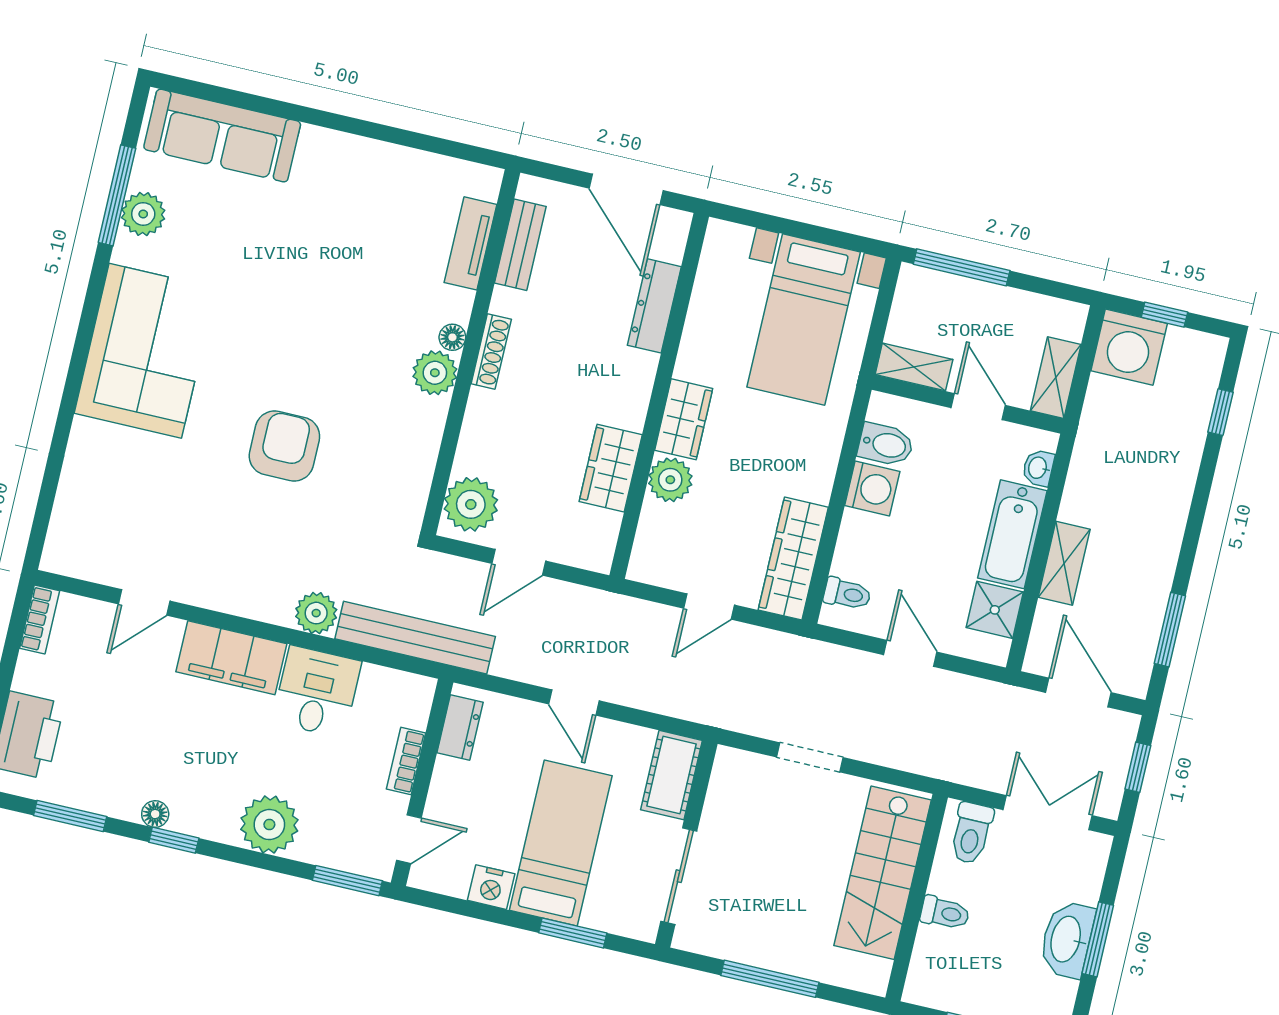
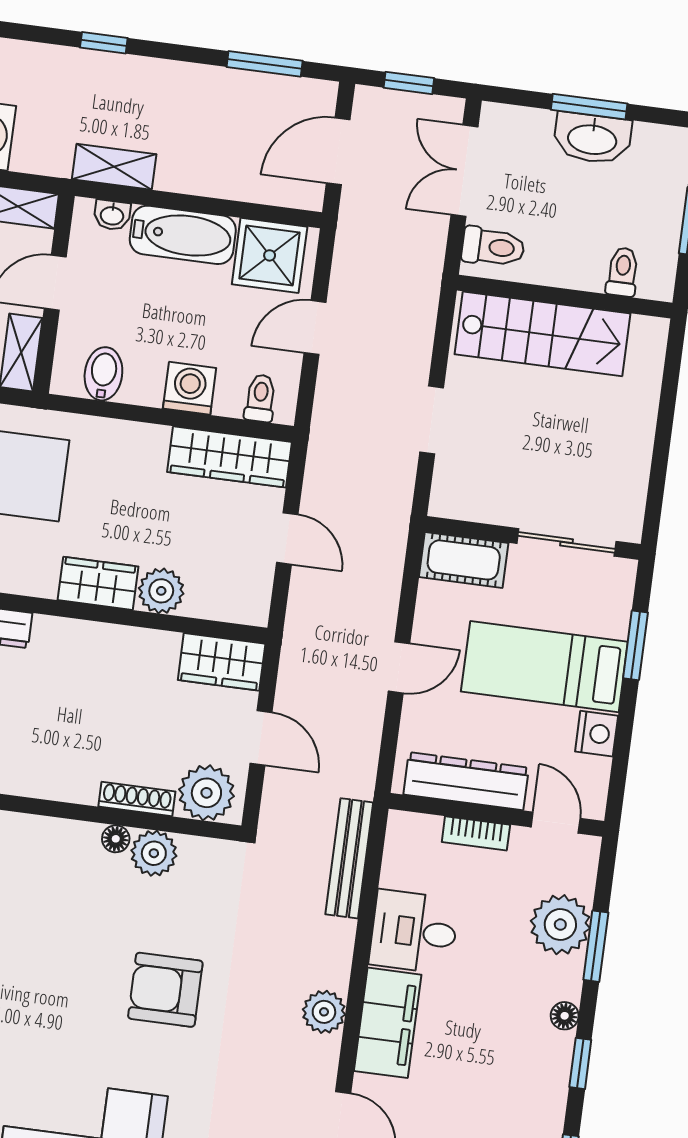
floor lamp: (452, 337) -> (116, 839), moved
shoe rack: (491, 351) -> (137, 799), moved
plant: (435, 373) -> (154, 853), moved
window: (1221, 412) -> (104, 43), moved
wardrobe: (611, 468) -> (222, 662), moved
washing machine: (872, 488) -> (190, 388), moved
shelving: (1064, 563) -> (114, 167), moved
shower: (995, 610) -> (270, 255), width x1.36, depth x1.36
plant: (316, 613) -> (324, 1012), moved
bench: (415, 638) -> (349, 858), width x0.73, depth x0.82
dresser: (460, 727) -> (466, 781), width x1.96, depth x1.24
floor lamp: (155, 814) -> (565, 1016), moved
plant: (269, 825) -> (560, 925), moved
window: (347, 881) -> (596, 946), moved
toilet: (945, 913) -> (623, 272), moved
window: (770, 979) -> (663, 439), removed

